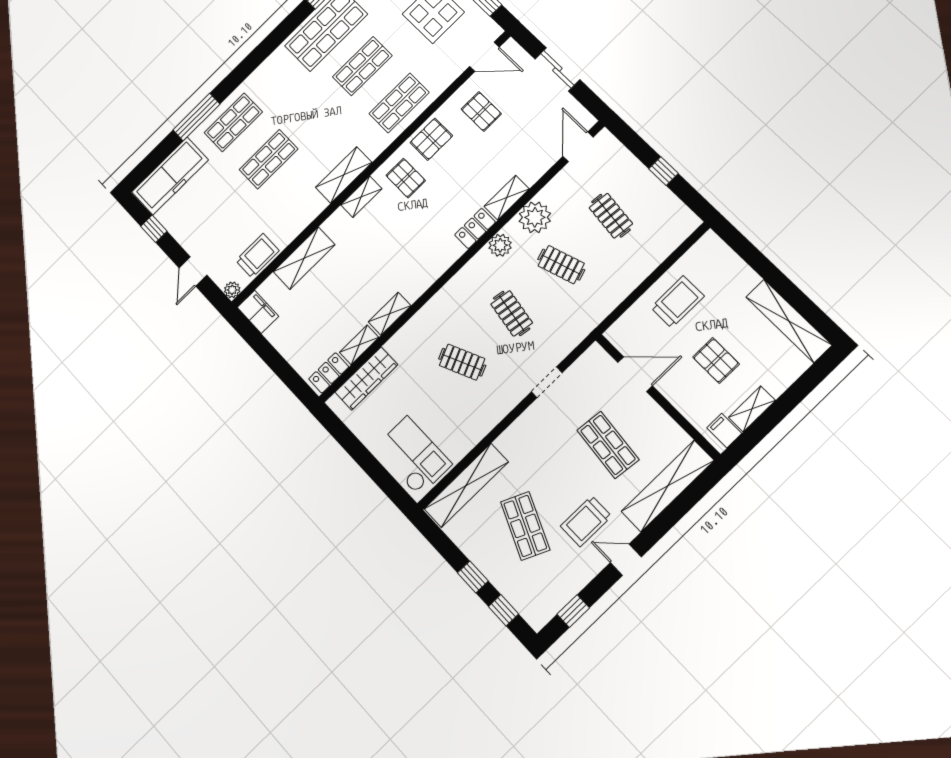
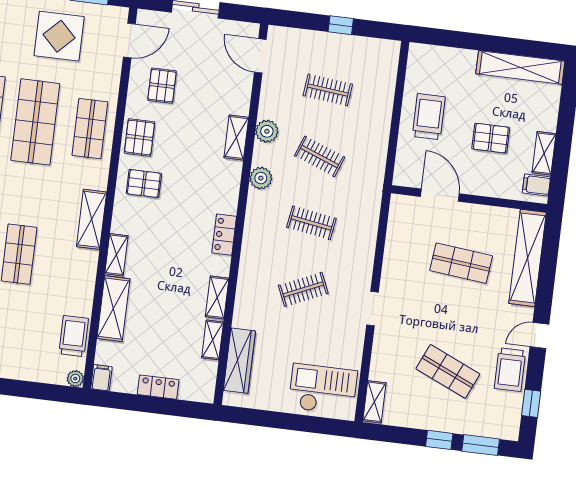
shop shelf: (362, 66) -> (35, 122), width x1.43, depth x1.36
pallet: (481, 112) -> (162, 86), turned 90
shelving: (361, 197) -> (116, 255), moved
plant: (535, 217) -> (267, 131), width x0.73, depth x0.73
locker: (475, 228) -> (224, 235), moved
clothes rail: (561, 265) -> (320, 156), turned 39
door: (193, 271) -> (31, 390), removed
filing cabinet: (258, 312) -> (101, 378), width x0.50
locker: (329, 373) -> (158, 387), moved, turned 90
door: (635, 374) -> (440, 195), hinge flipped
doorway: (547, 382) -> (373, 309), moved
shelving: (466, 485) -> (374, 402), width x0.45, depth x0.75
trolley: (586, 521) -> (510, 370), moved
window: (503, 610) -> (481, 445), width x1.50

